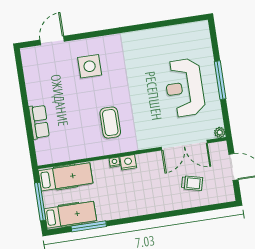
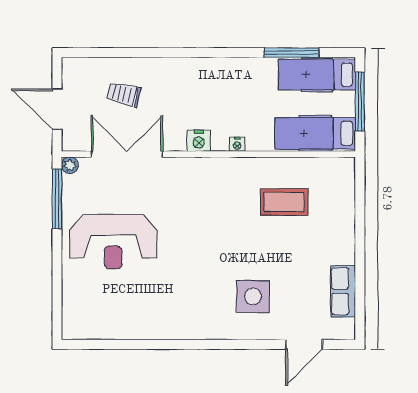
window: (220, 80) -> (57, 199), moved
reception desk: (184, 88) -> (113, 242), turned 90
row of seats: (39, 122) -> (343, 291), moved
coffee table: (110, 123) -> (284, 202), moved, turned 90
nightstand: (128, 162) -> (199, 141), moved

